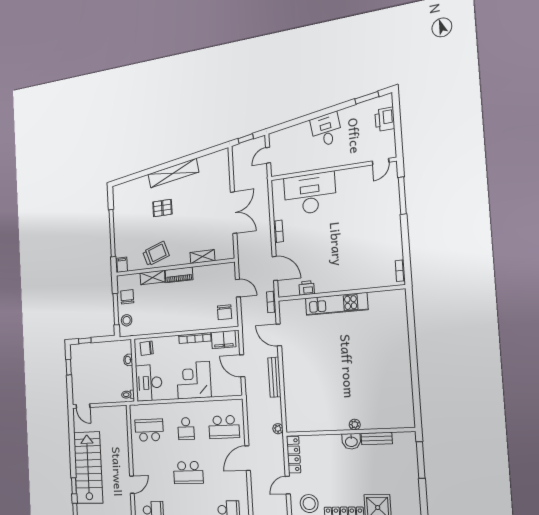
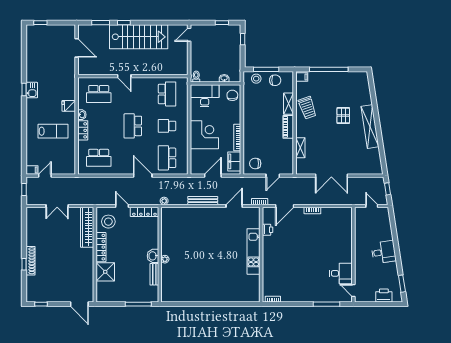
desk: (310, 194) -> (341, 273), moved, width x0.53, depth x0.77

